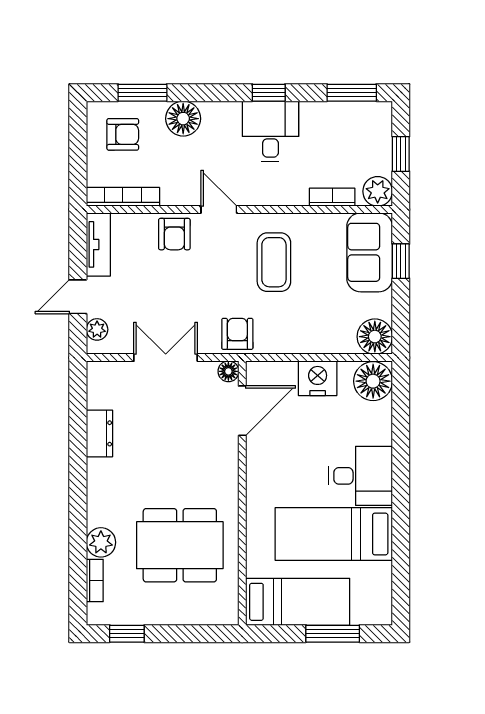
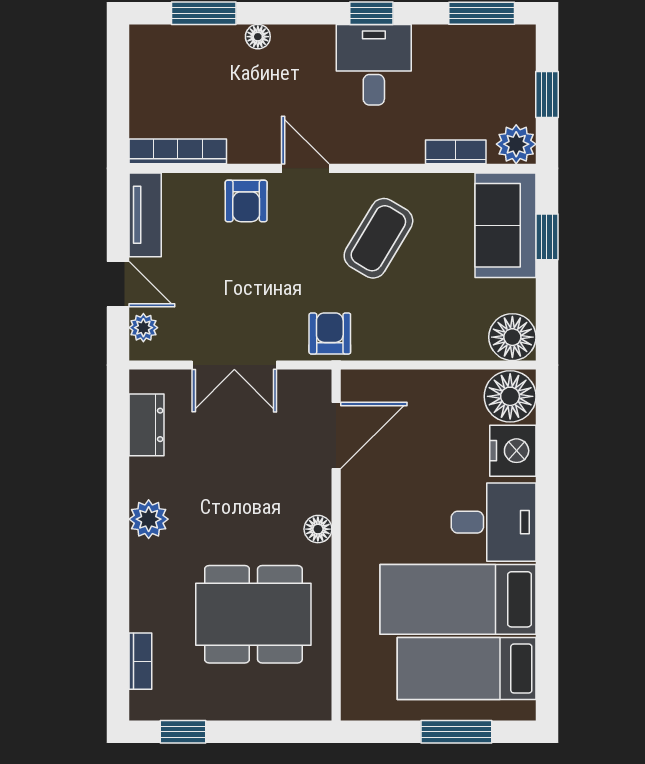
floor lamp: (183, 119) -> (258, 37), width x0.53, depth x0.53
armchair: (123, 134) -> (178, 69), removed
coffee table: (274, 262) -> (378, 238), turned 31
door: (78, 297) -> (118, 284), swing flipped
double door: (166, 358) -> (234, 365), swing flipped
floor lamp: (228, 371) -> (318, 529), moved
nightstand: (318, 378) -> (513, 451), moved, turned 90
dresser: (99, 433) -> (147, 425), moved
plant: (101, 542) -> (149, 519), moved
bed: (298, 602) -> (467, 669), moved, turned 180

